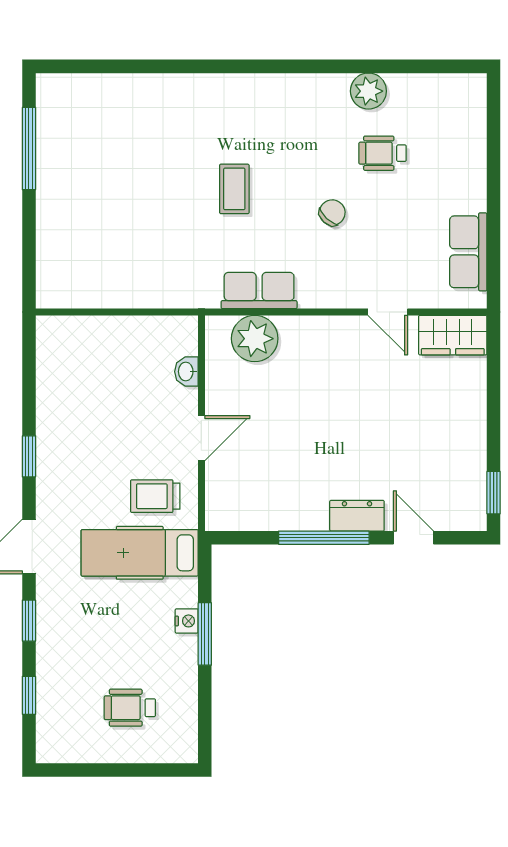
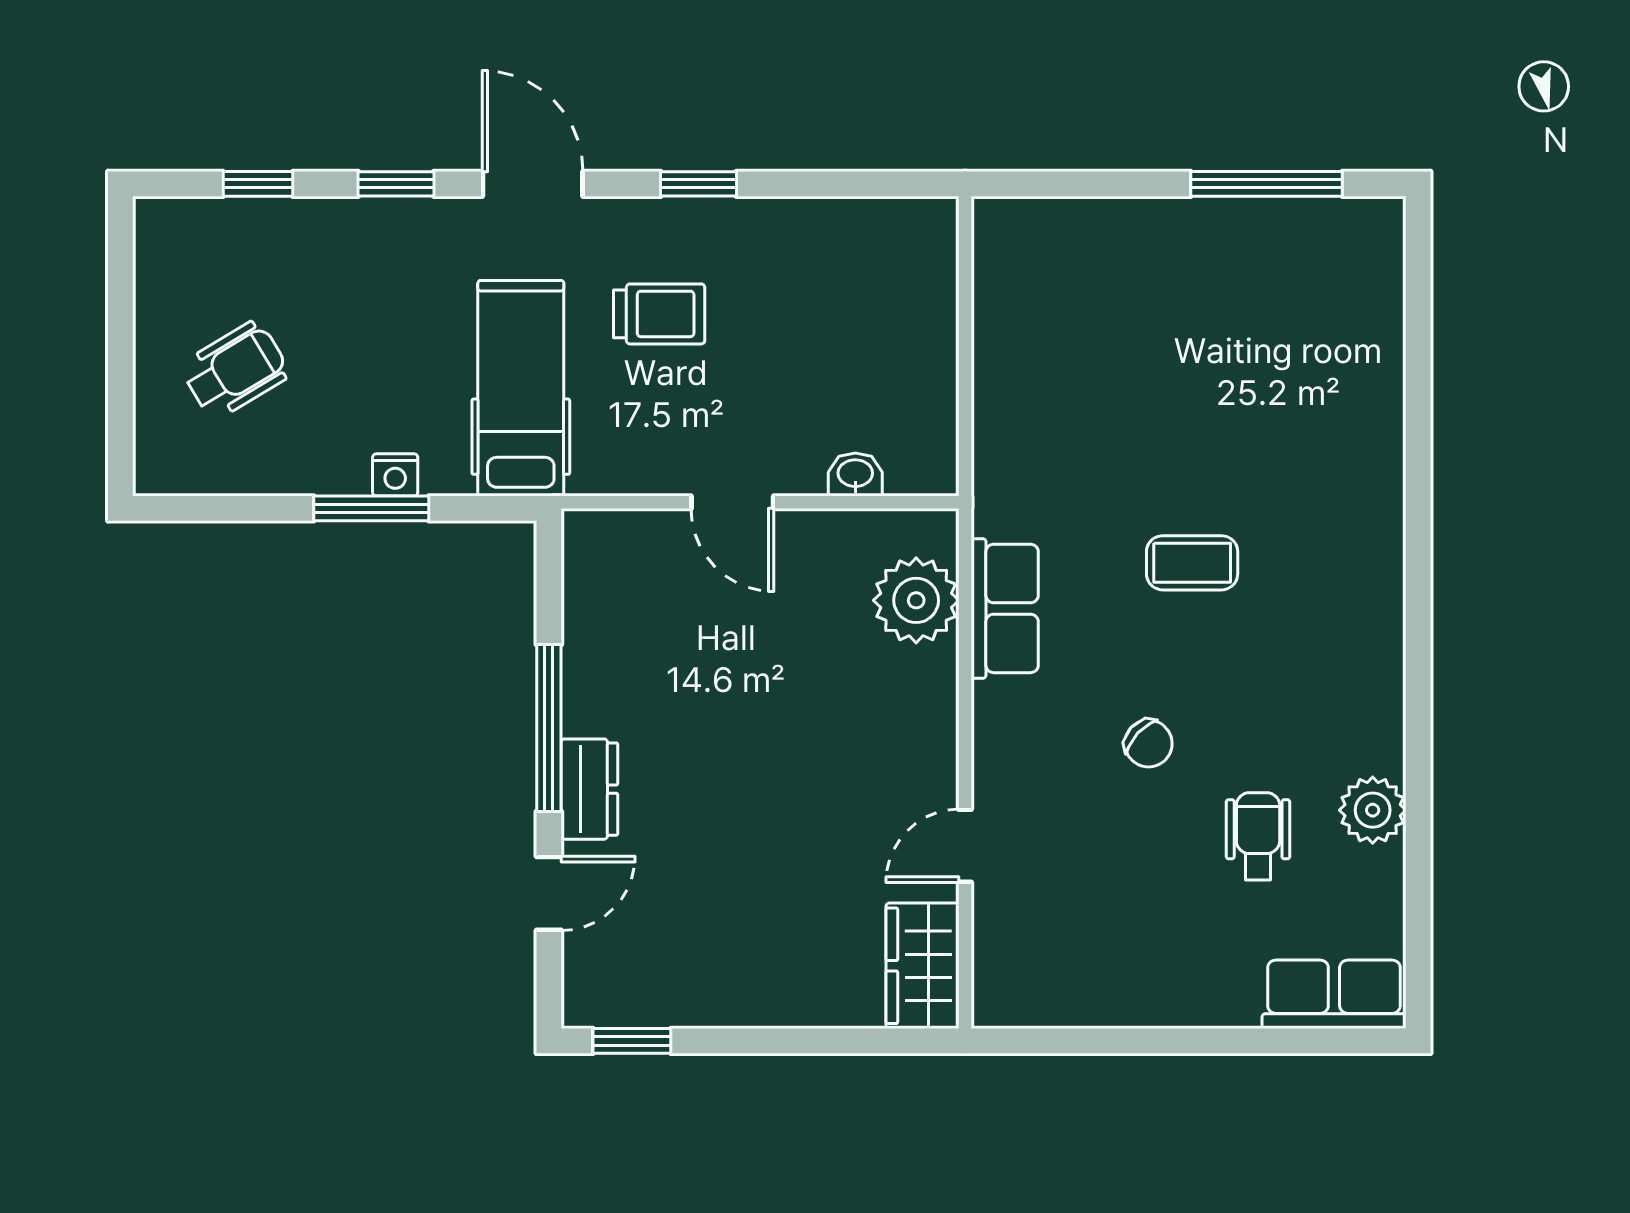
row of seats: (468, 252) -> (1334, 994), moved
trolley: (155, 496) -> (659, 314), moved, turned 90
wheelchair: (130, 708) -> (235, 370), turned 59

